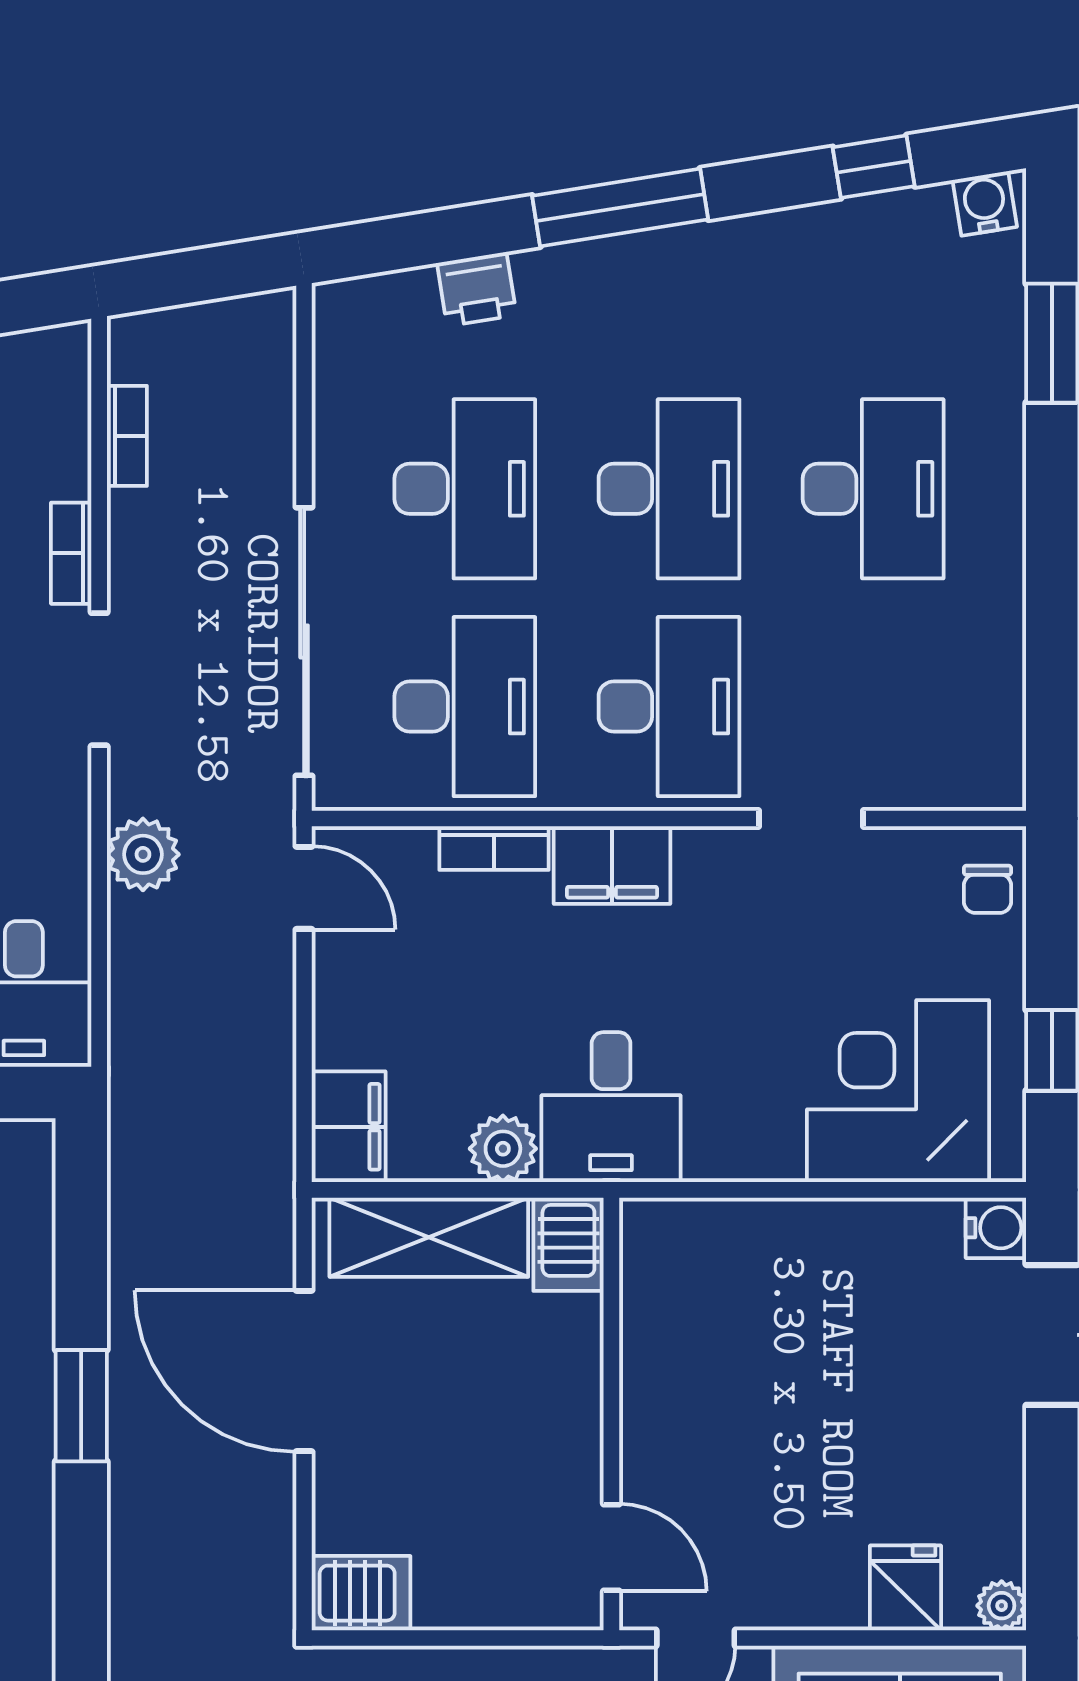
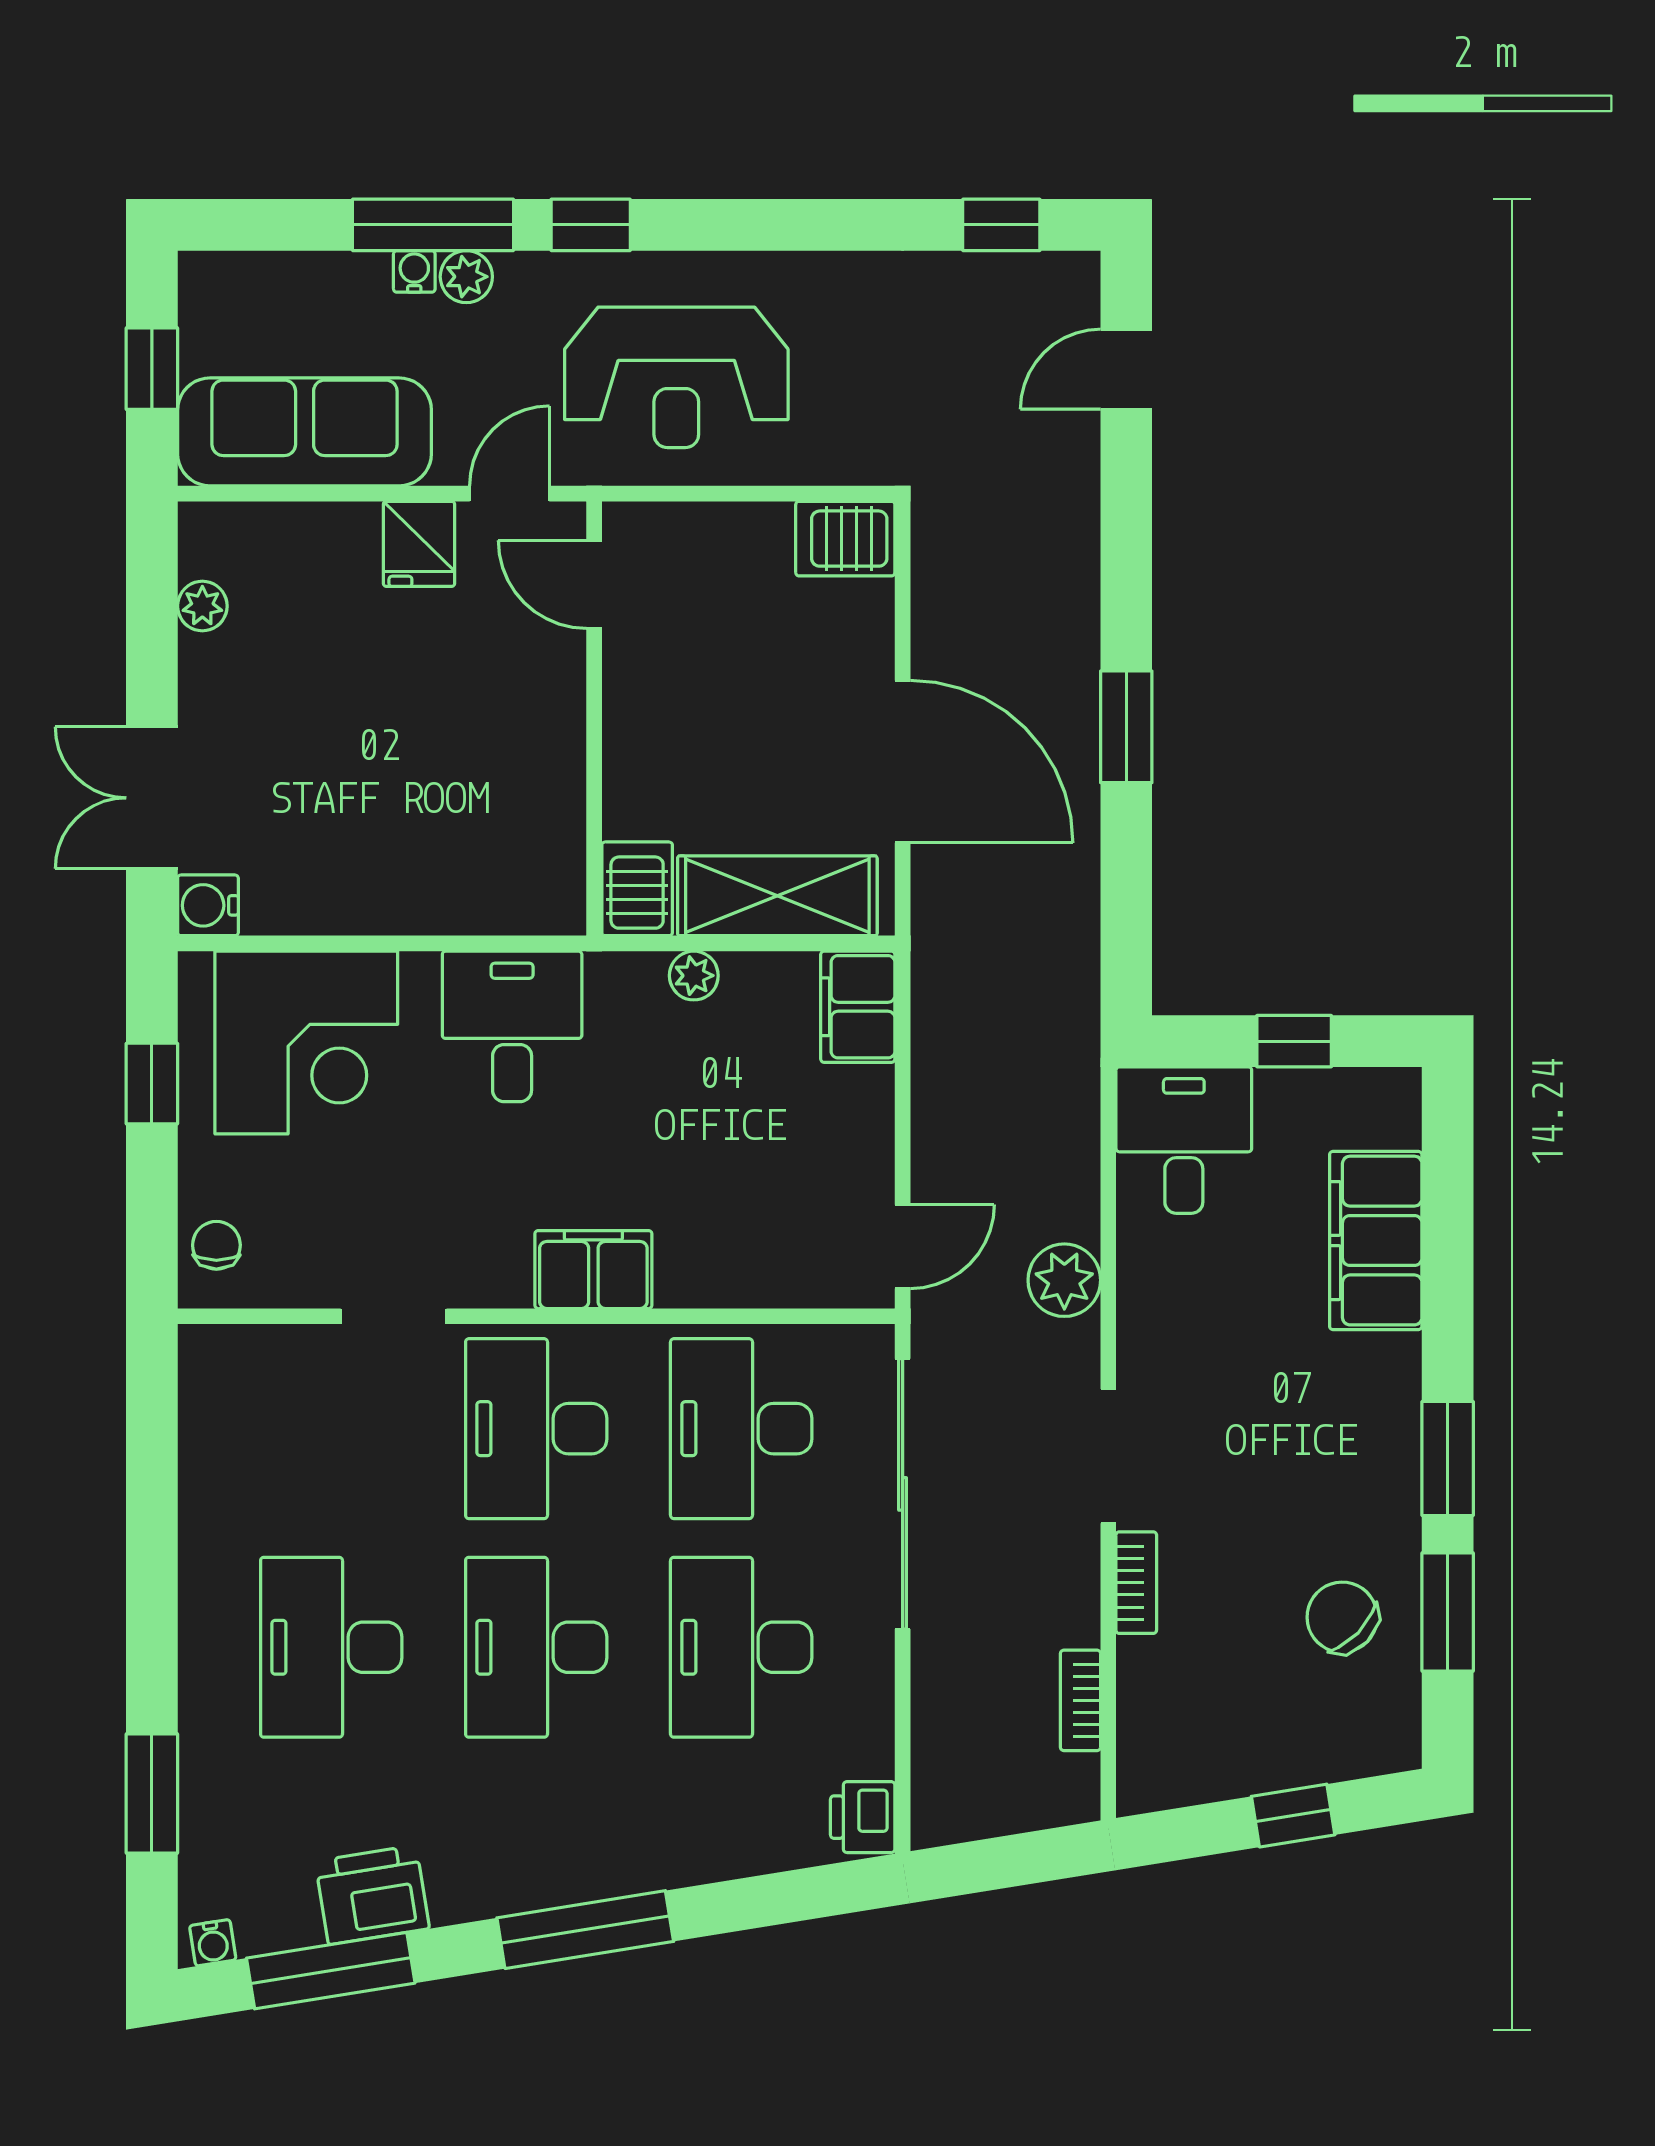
window: (874, 167) -> (331, 1971), width x2.17
water cooler: (985, 203) -> (213, 1943), width x0.72, depth x0.72
printer: (832, 242) -> (372, 1895), added
printer: (477, 289) -> (863, 1817), moved, turned -81
bookcase: (494, 848) -> (712, 1287), removed
door: (304, 888) -> (903, 1247), swing flipped
desk: (611, 1107) -> (512, 1026), moved
plant: (503, 1149) -> (694, 976), width x0.73, depth x0.73
fridge: (906, 1588) -> (419, 544), moved
plant: (1002, 1606) -> (202, 606), moved

